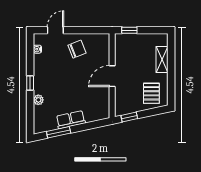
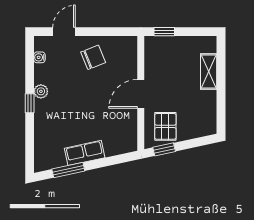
pallet: (151, 93) -> (165, 126), moved
plant: (38, 100) -> (41, 91), moved

